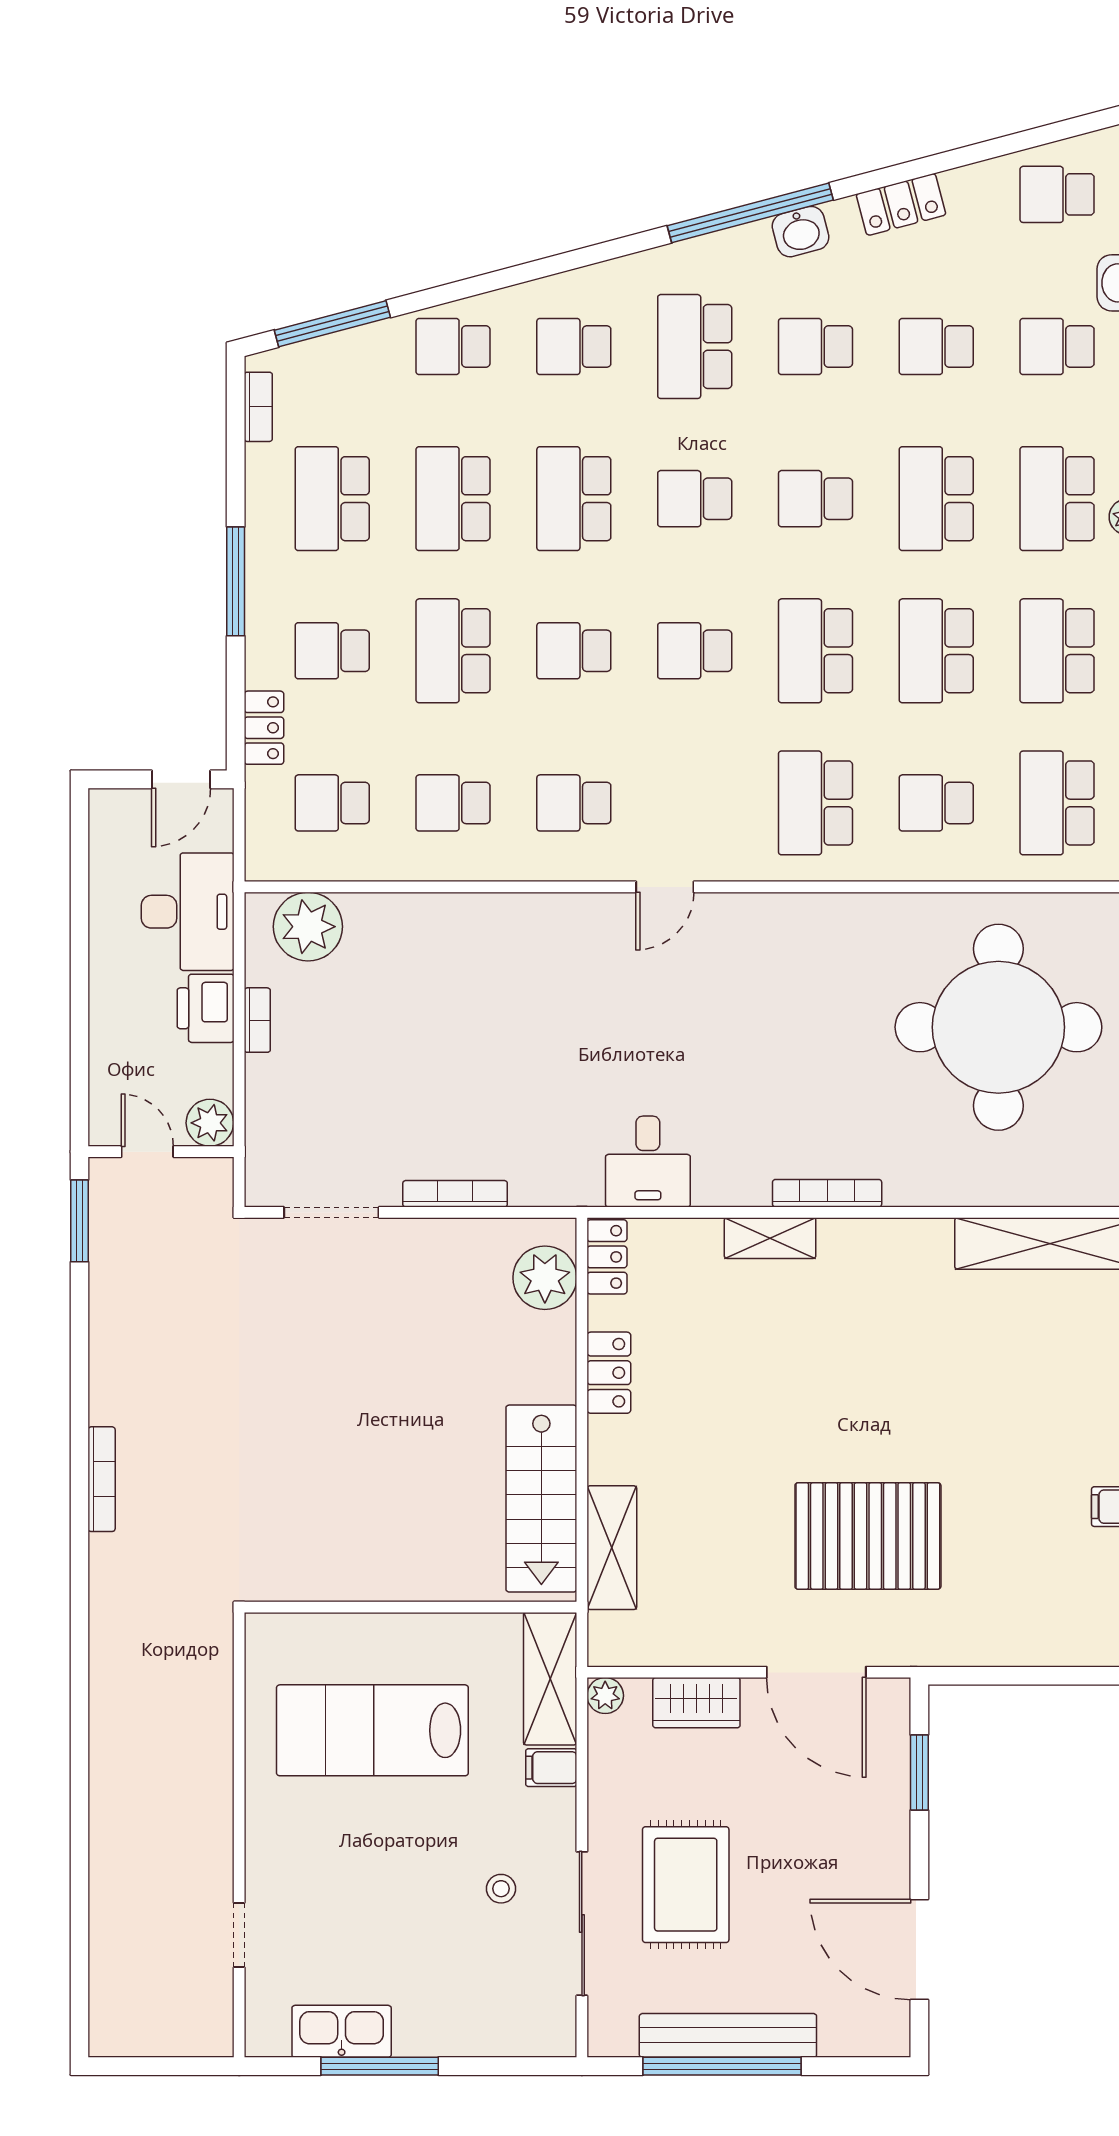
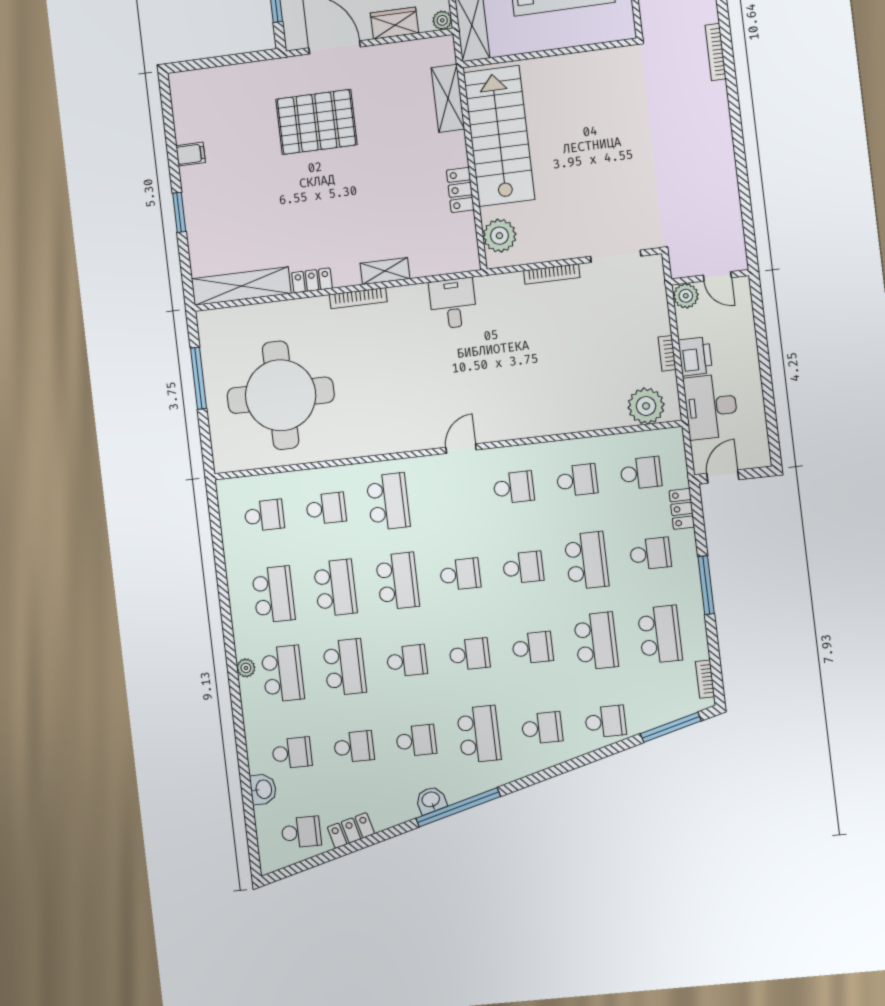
locker: (901, 204) -> (351, 830), moved
school desk: (574, 499) -> (533, 648), width x0.54
school desk: (1057, 803) -> (264, 515), width x0.54
window: (79, 1221) -> (749, 235), removed
locker: (607, 1257) -> (312, 280), moved, turned 90
bookcase: (102, 1479) -> (716, 52), moved
stairs: (541, 1499) -> (499, 136), width x1.36, depth x1.51

